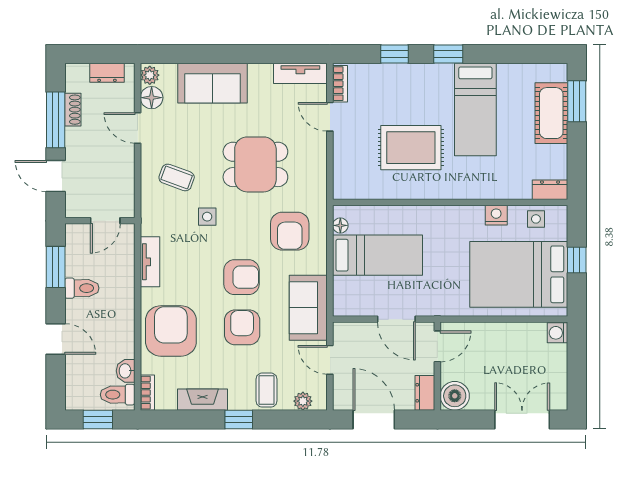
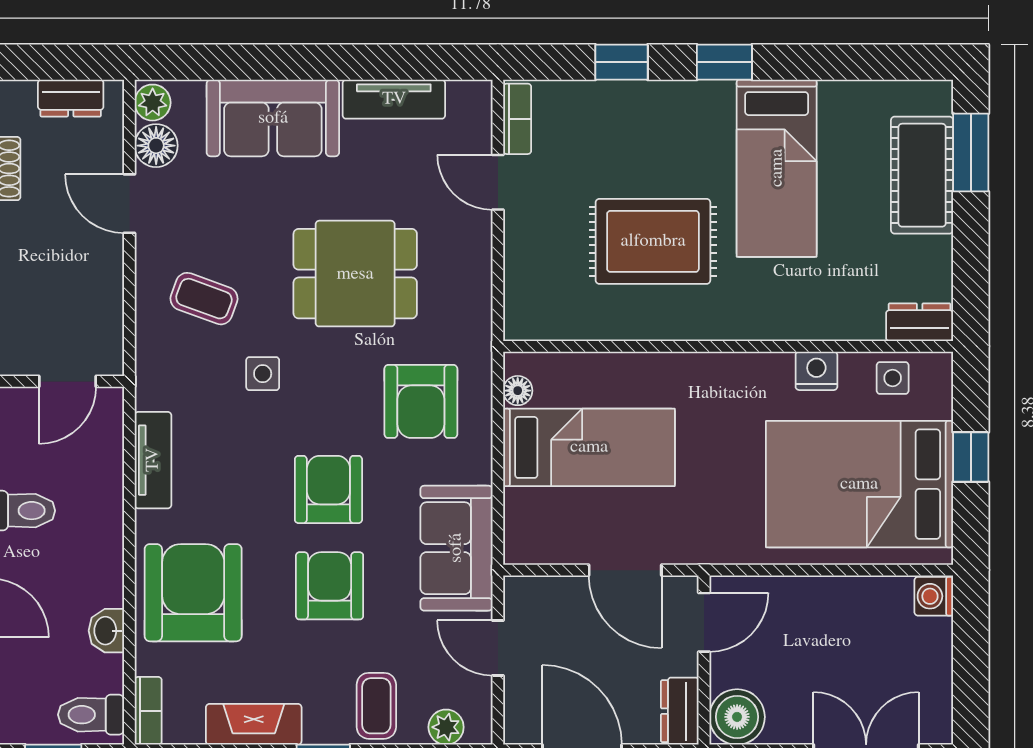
tv unit: (300, 73) -> (394, 99), moved
armchair: (241, 277) -> (328, 489), turned -90
washbasin: (126, 371) -> (106, 631), moved

